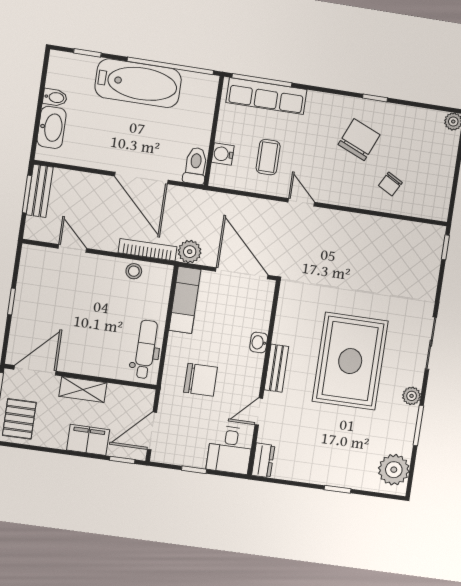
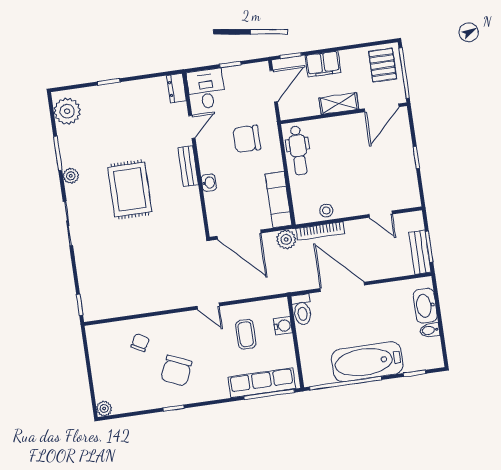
rug: (350, 361) -> (130, 189), width x0.73, depth x0.69

